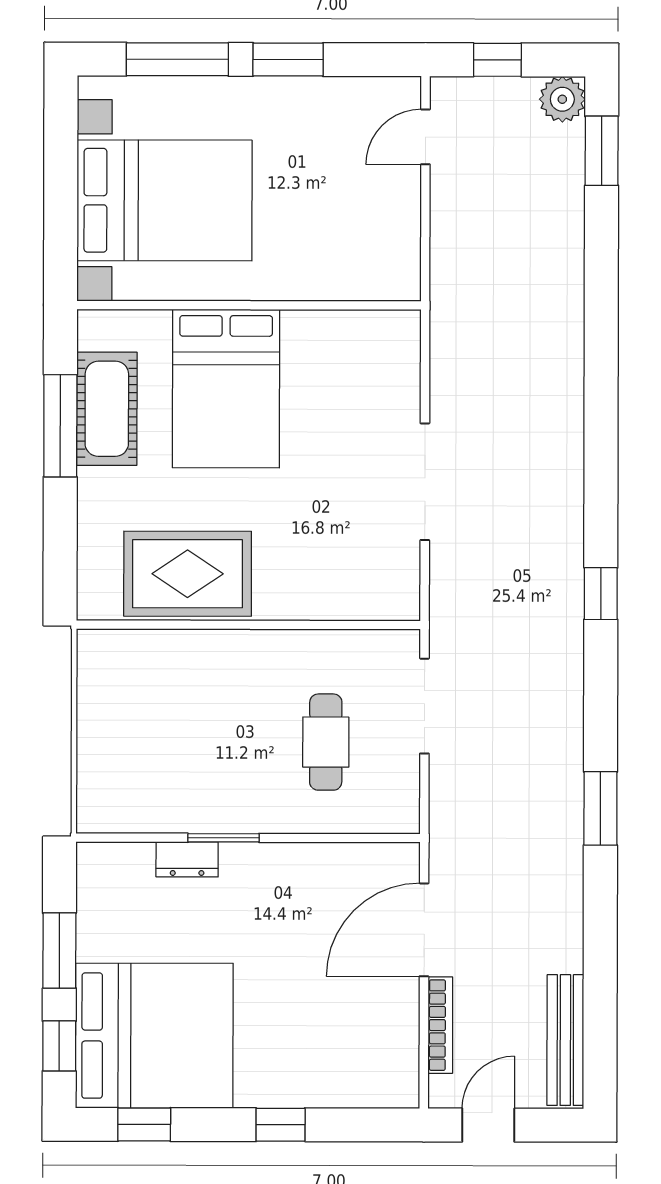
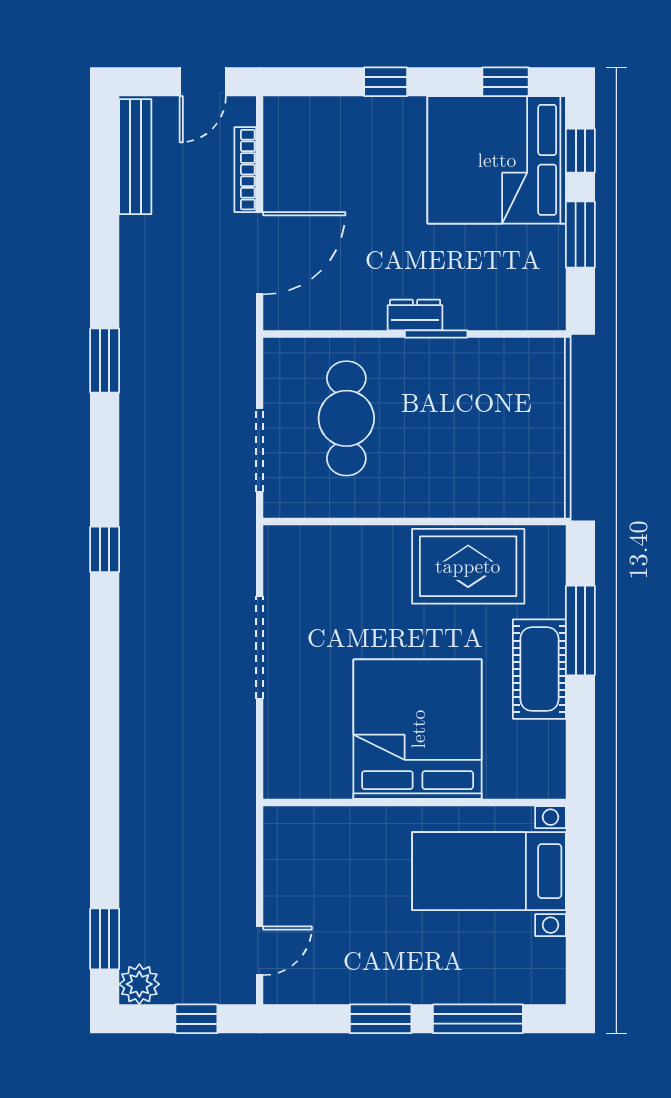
bed with nightstands: (165, 200) -> (489, 871), width x0.73
bed: (226, 389) -> (418, 729), width x1.36
cot: (107, 409) -> (539, 669), moved
window: (60, 426) -> (580, 630), moved
cafe table: (326, 742) -> (346, 418), width x1.37, depth x1.35
dresser: (187, 859) -> (415, 315), moved

